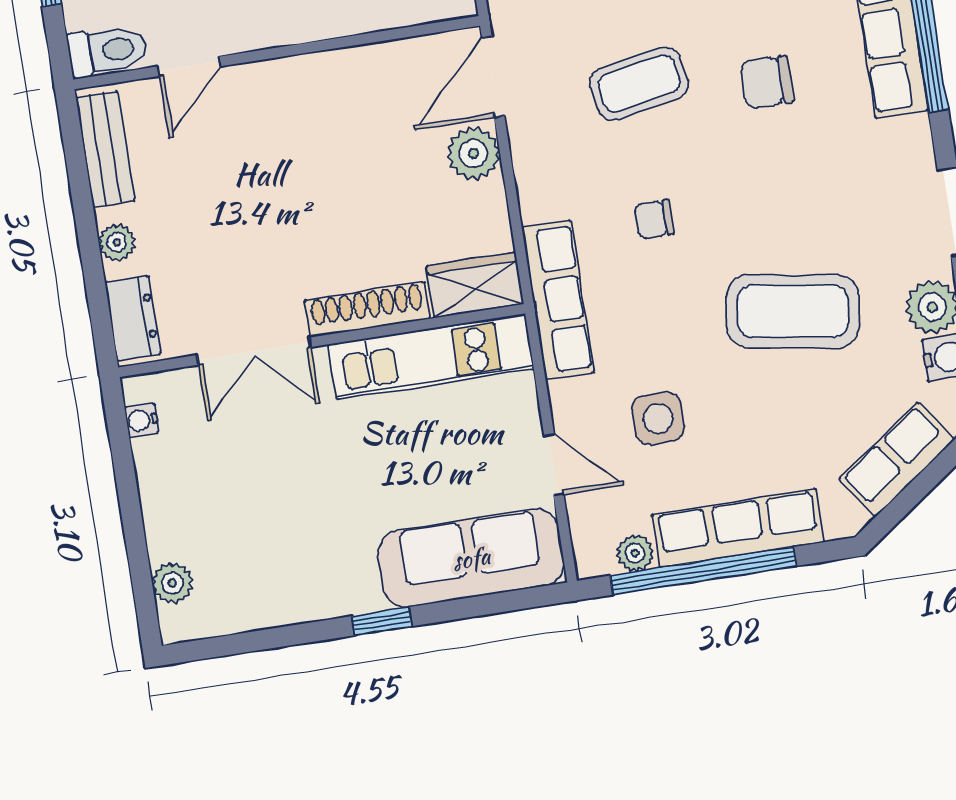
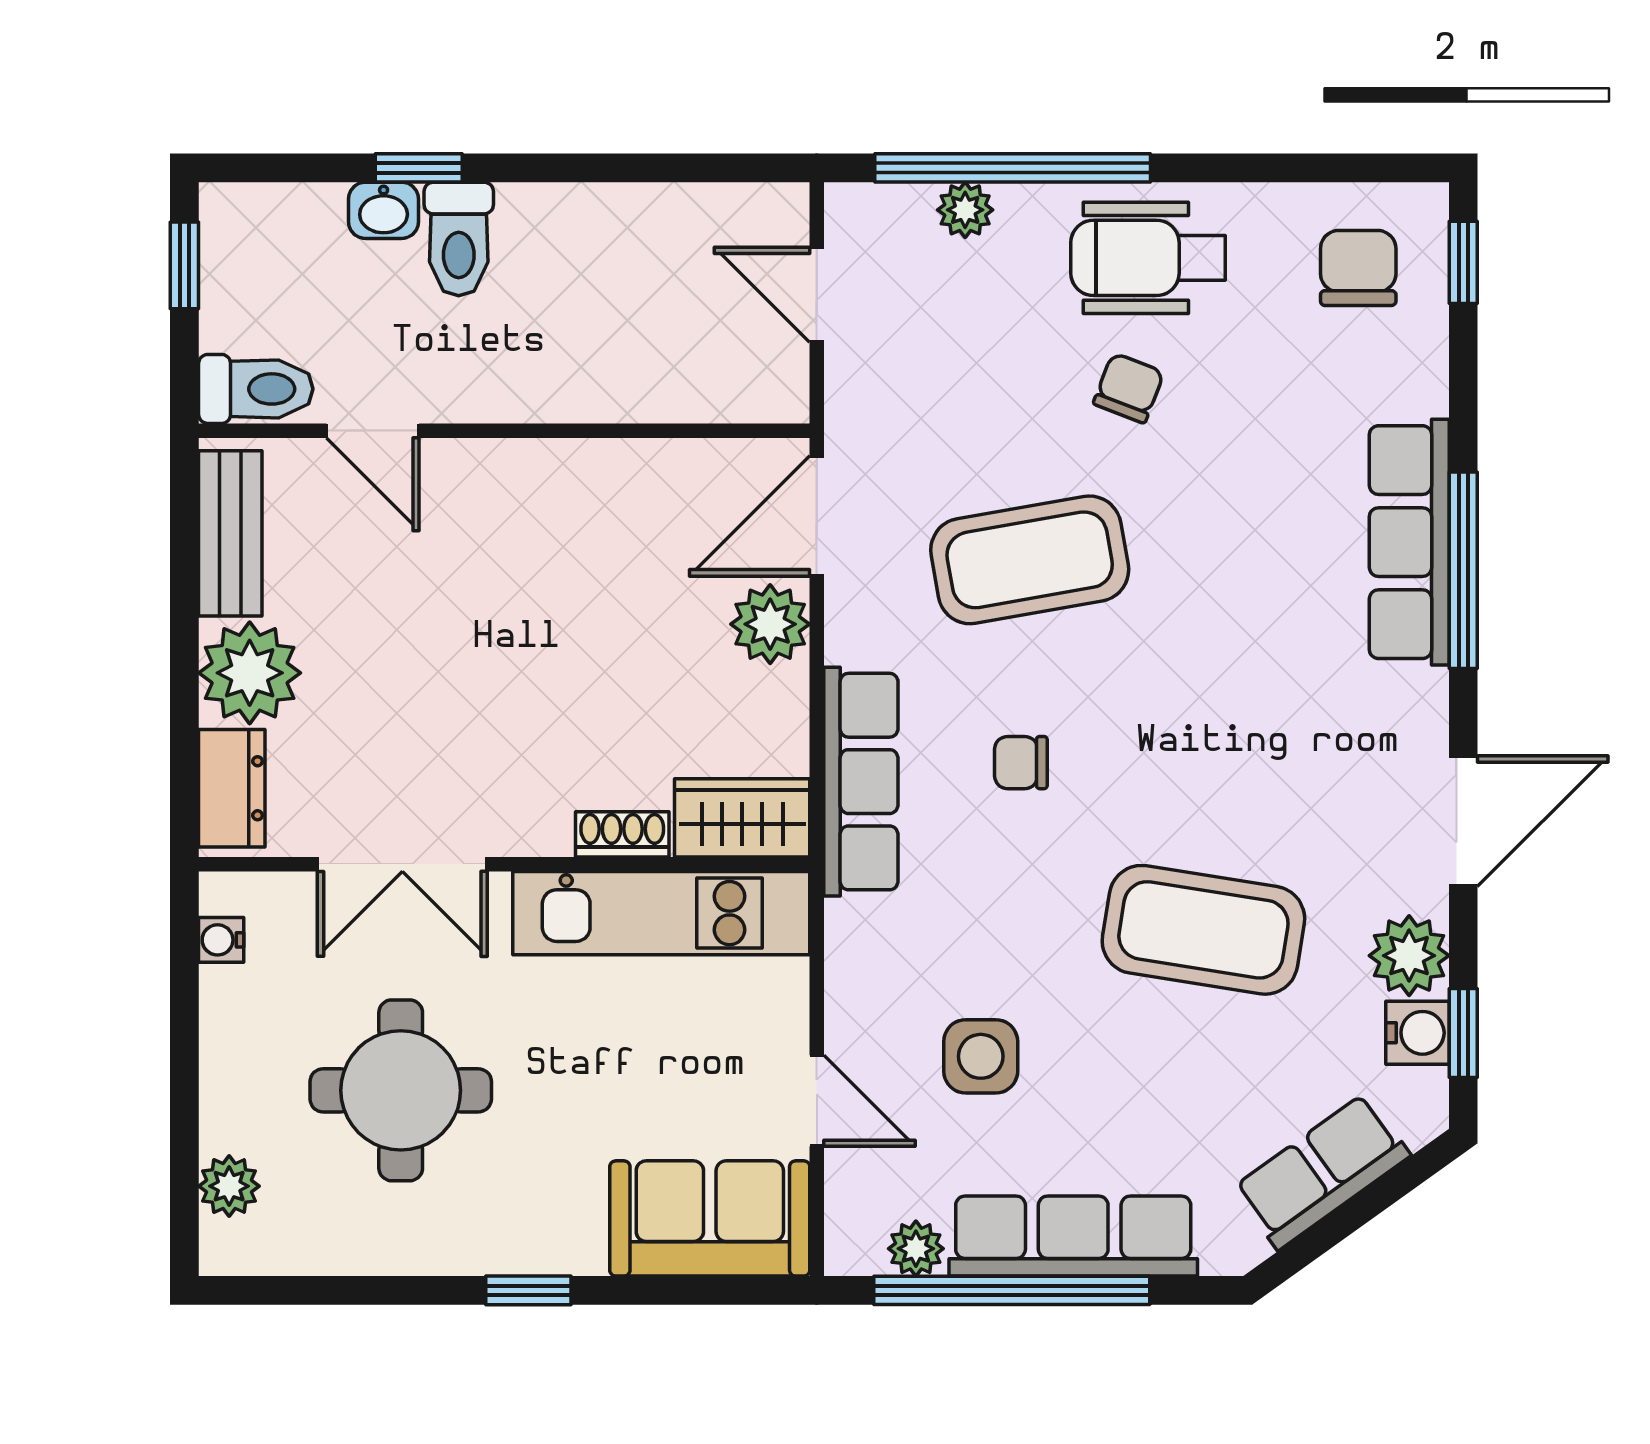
door: (189, 66) -> (373, 431), hinge flipped
chair: (767, 82) -> (1218, 587), removed
coffee table: (639, 84) -> (1030, 560), width x1.36, depth x1.32
plant: (117, 242) -> (250, 673), width x1.88, depth x1.88
row of seats: (558, 300) -> (861, 782), moved
shoe rack: (367, 309) -> (622, 834), width x0.51, depth x0.81
round table: (276, 501) -> (401, 1090), added
sofa: (471, 558) -> (710, 1218), width x0.73

